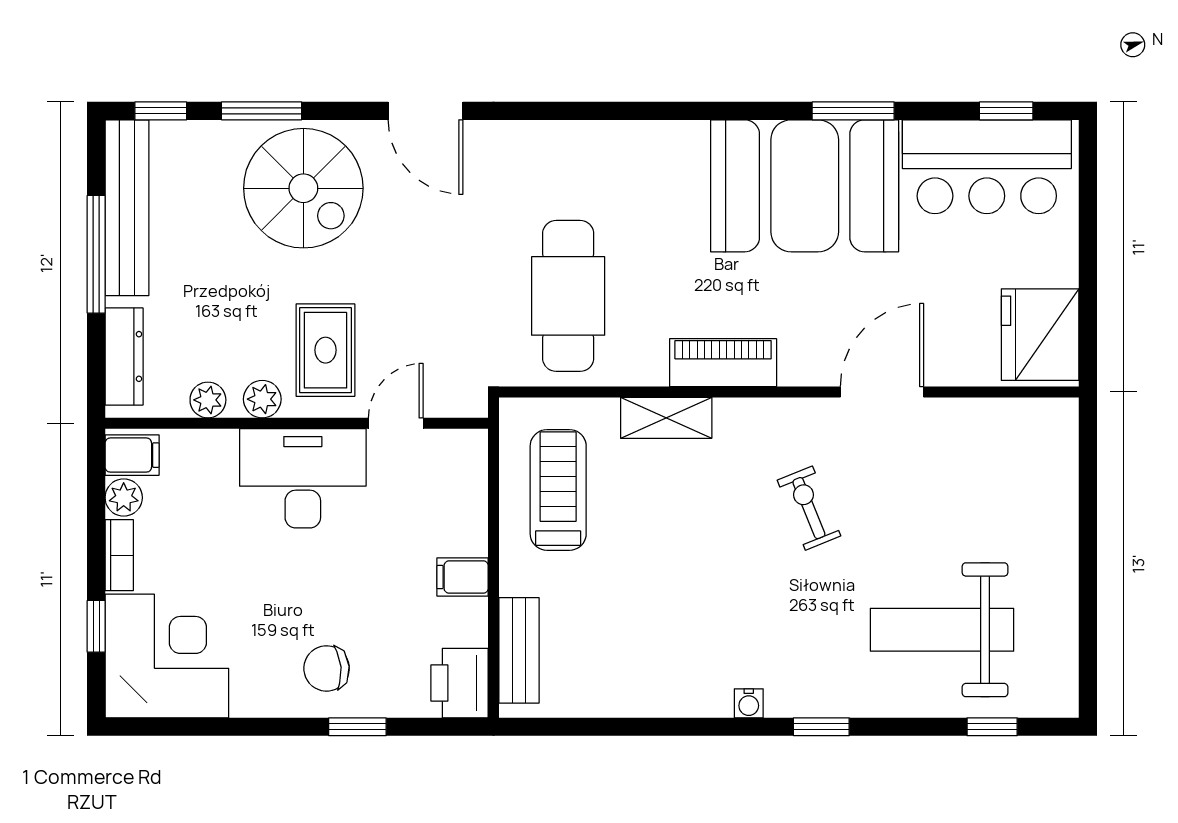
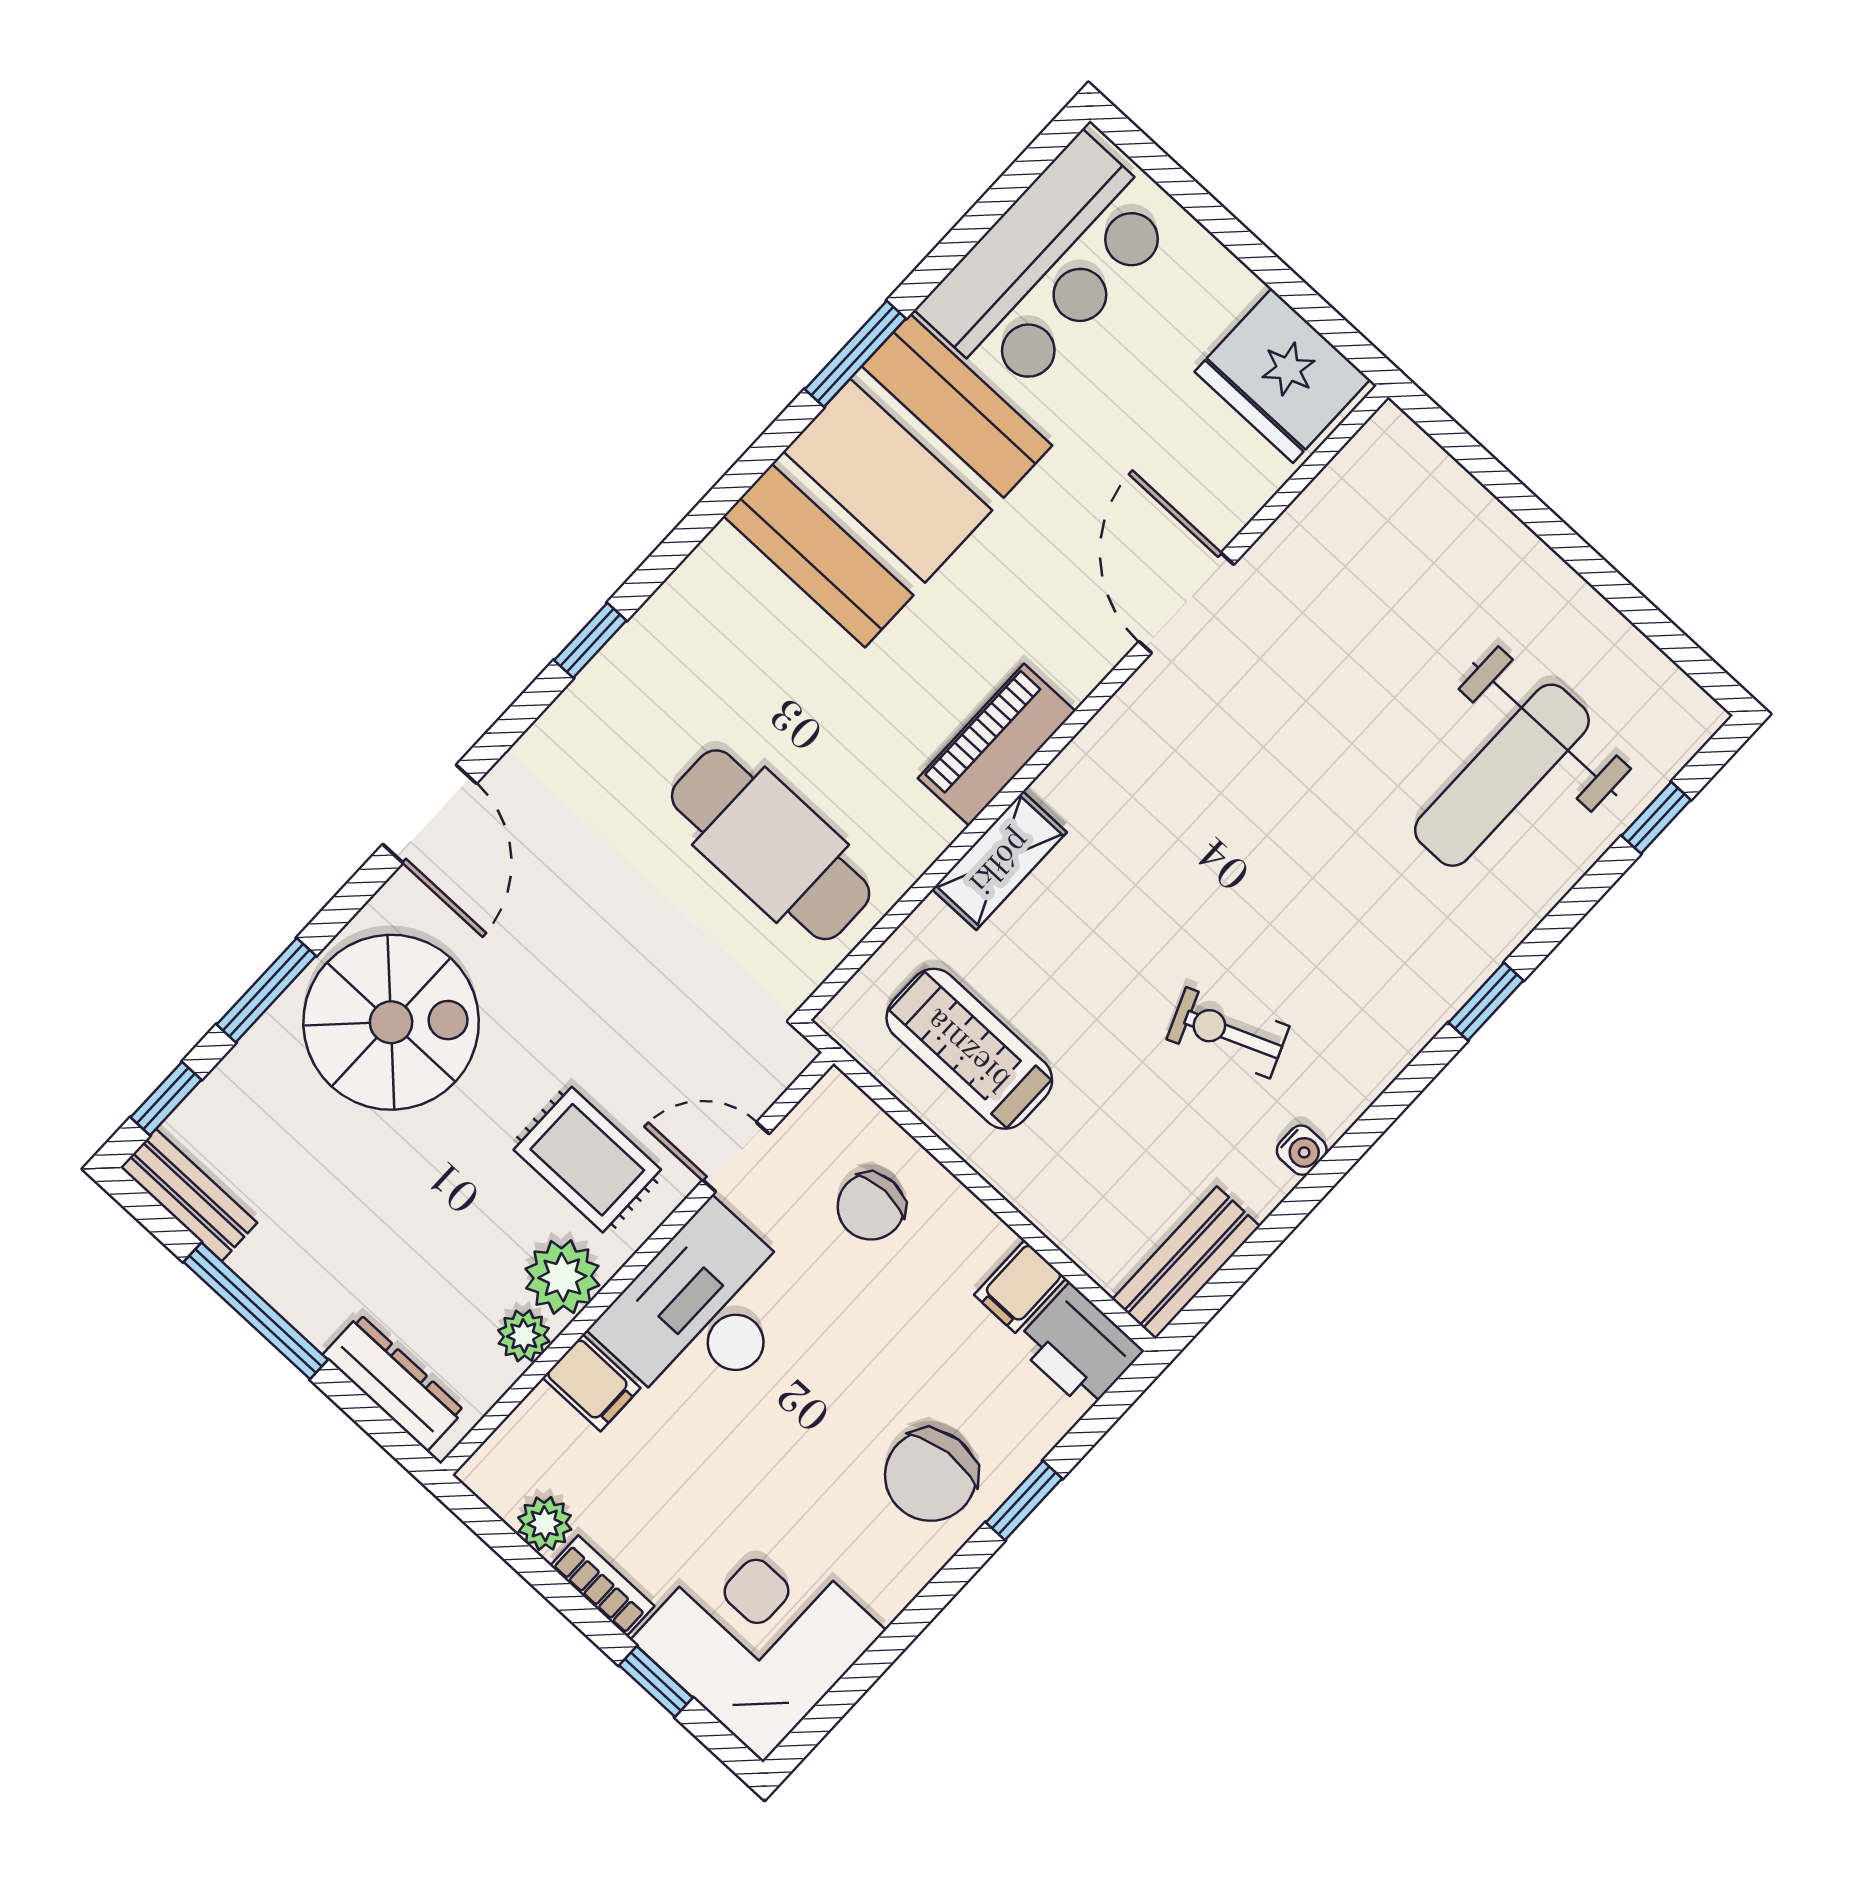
door: (426, 111) -> (430, 814), hinge flipped
window: (1006, 111) -> (590, 640), moved
bench: (127, 208) -> (189, 1195), width x0.54, depth x0.82
plant: (262, 399) -> (562, 1277), width x1.38, depth x1.38
door: (396, 423) -> (736, 1157), hinge flipped
filing cabinet: (132, 455) -> (591, 1383), moved, turned 90
exercise bike: (809, 508) -> (1228, 1033), moved
chair: (434, 514) -> (871, 1207), added
filing cabinet: (463, 577) -> (1020, 1287), moved
bench: (519, 650) -> (1186, 1263), moved, turned 90
chair: (327, 668) -> (931, 1476), width x1.37, depth x1.37
water cooler: (749, 703) -> (1302, 1150), moved

